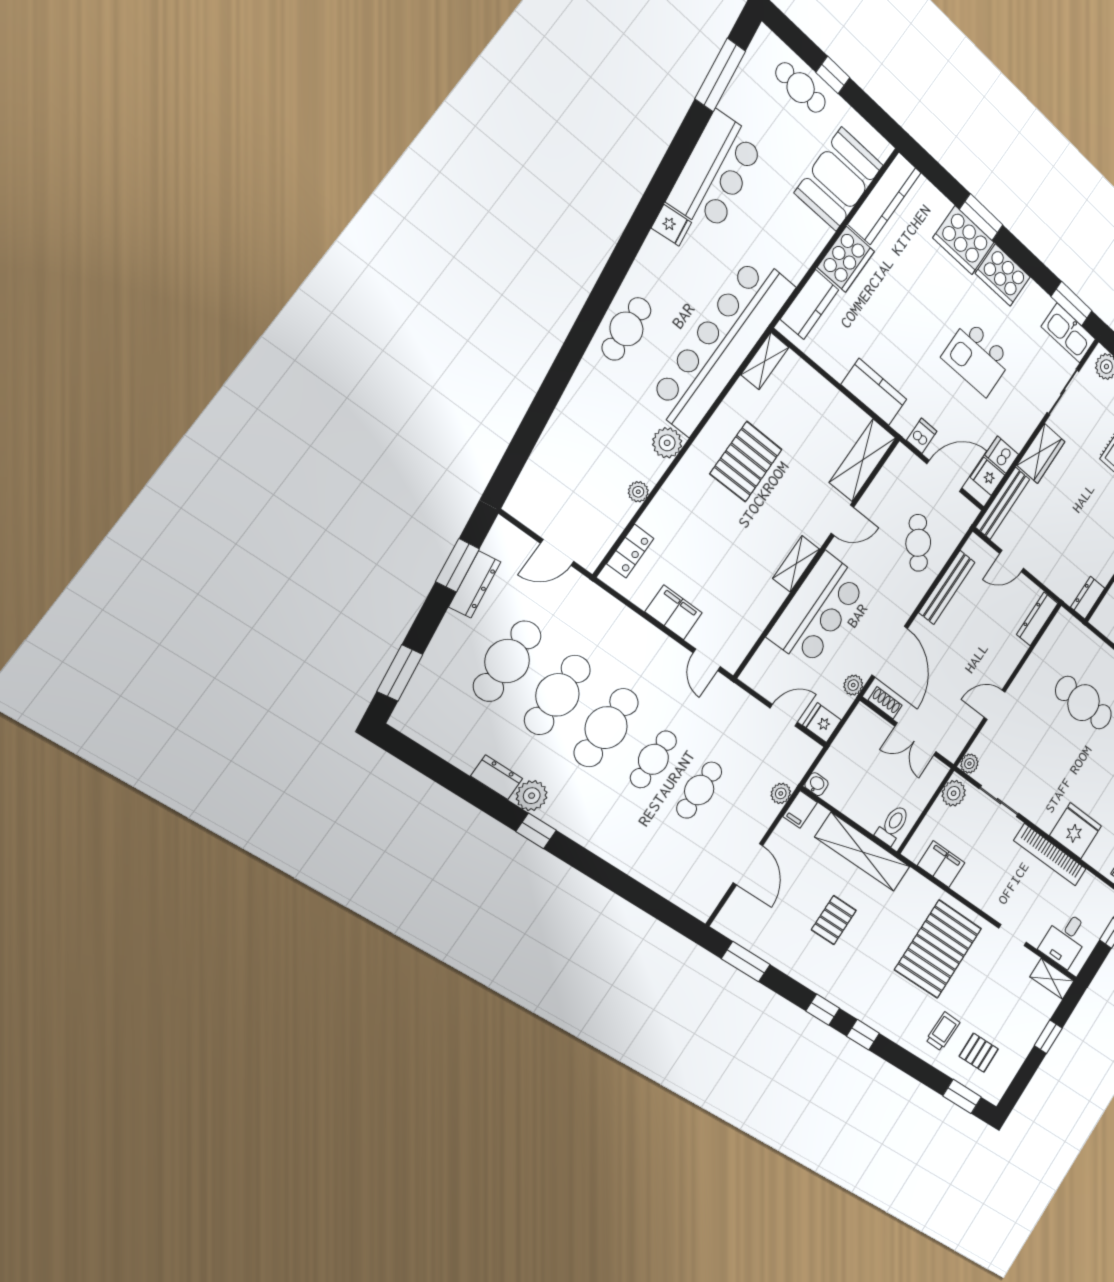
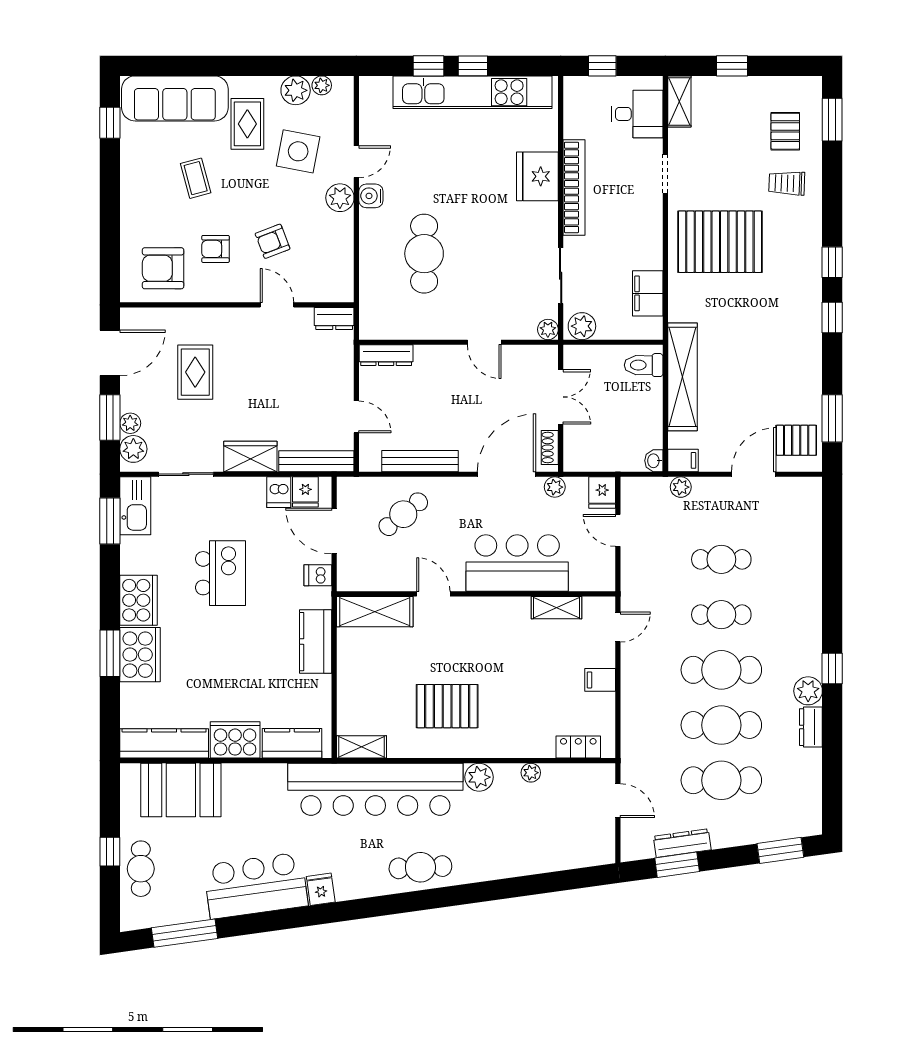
shelving: (796, 564) -> (556, 608), moved
filing cabinet: (674, 612) -> (600, 680), width x0.50
pallet: (834, 920) -> (796, 440), moved

